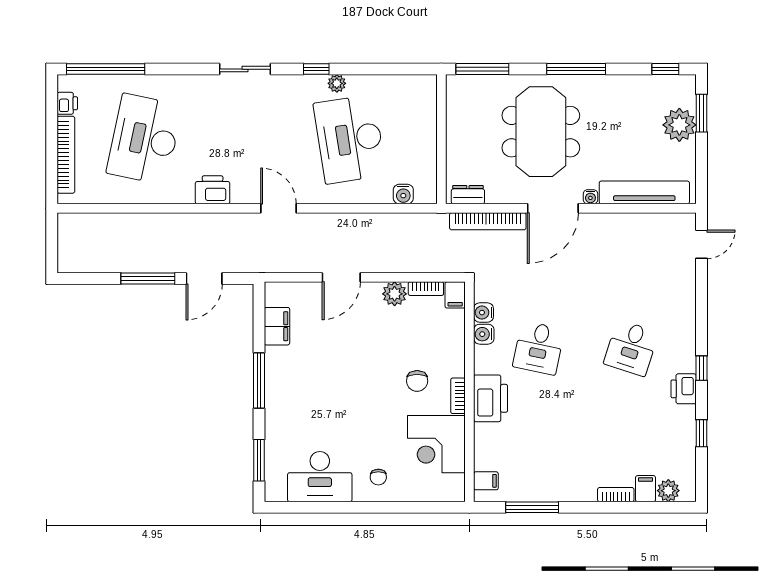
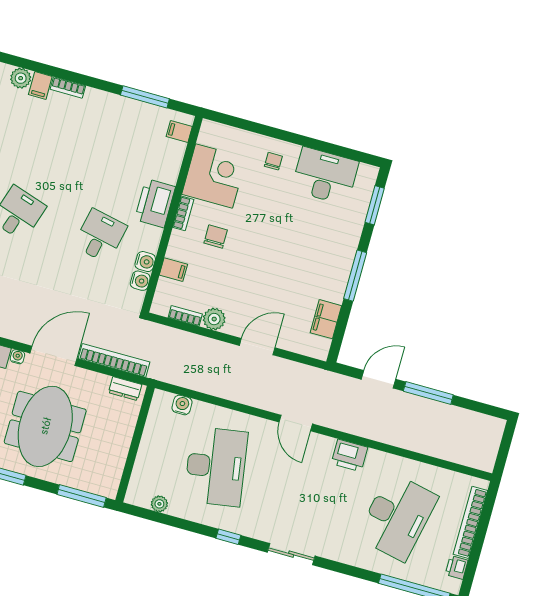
plant: (337, 83) -> (159, 504), moved
filing cabinet: (455, 295) -> (173, 270), moved, turned 90

